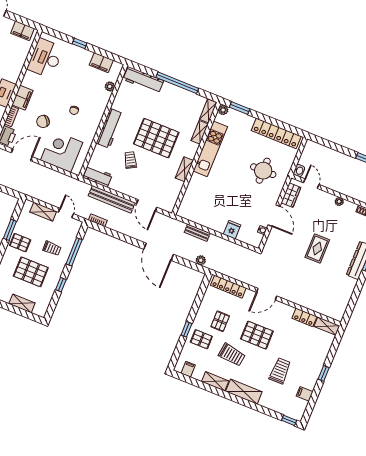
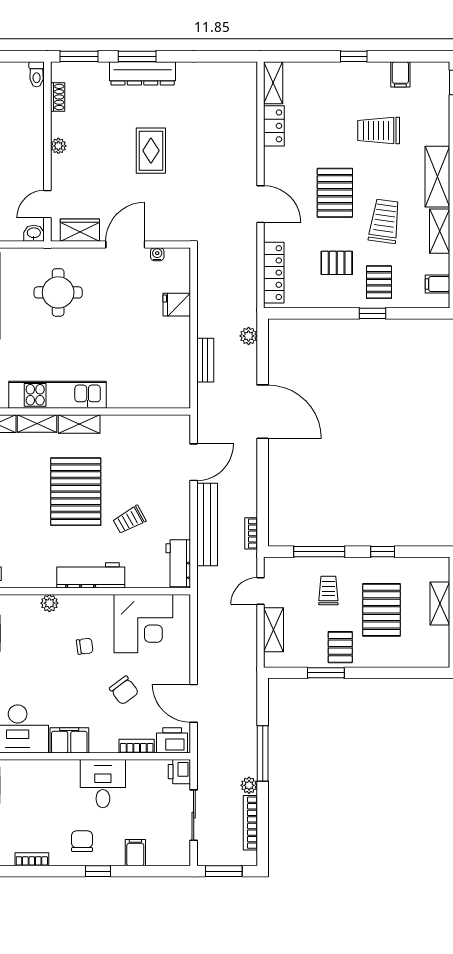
plant: (110, 86) -> (49, 603), moved
filing cabinet: (22, 98) -> (69, 740), moved
corner desk: (62, 151) -> (143, 624), moved, turned -90
shelving: (184, 169) -> (79, 424), moved
rug: (317, 248) -> (151, 151), turned 90
door: (159, 252) -> (263, 412), hinge flipped

